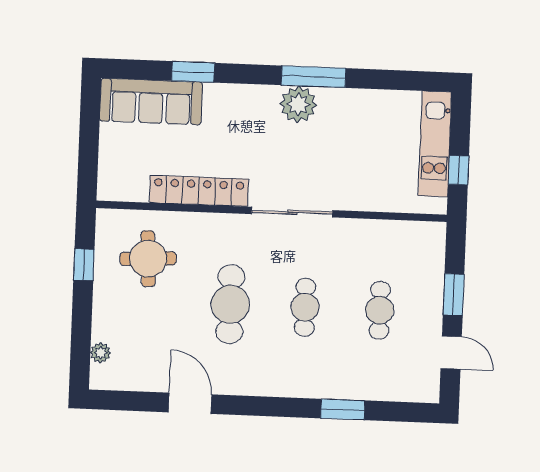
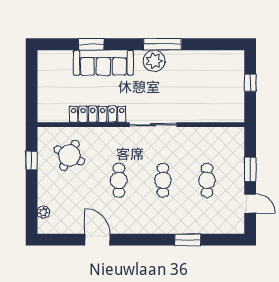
sofa: (151, 102) -> (103, 63), moved
kitchen unit: (435, 144) -> (236, 81), removed
window: (459, 170) -> (250, 83), moved
round table: (148, 259) -> (69, 155), turned 30
cafe table: (230, 304) -> (119, 180), width x0.73, depth x0.74

